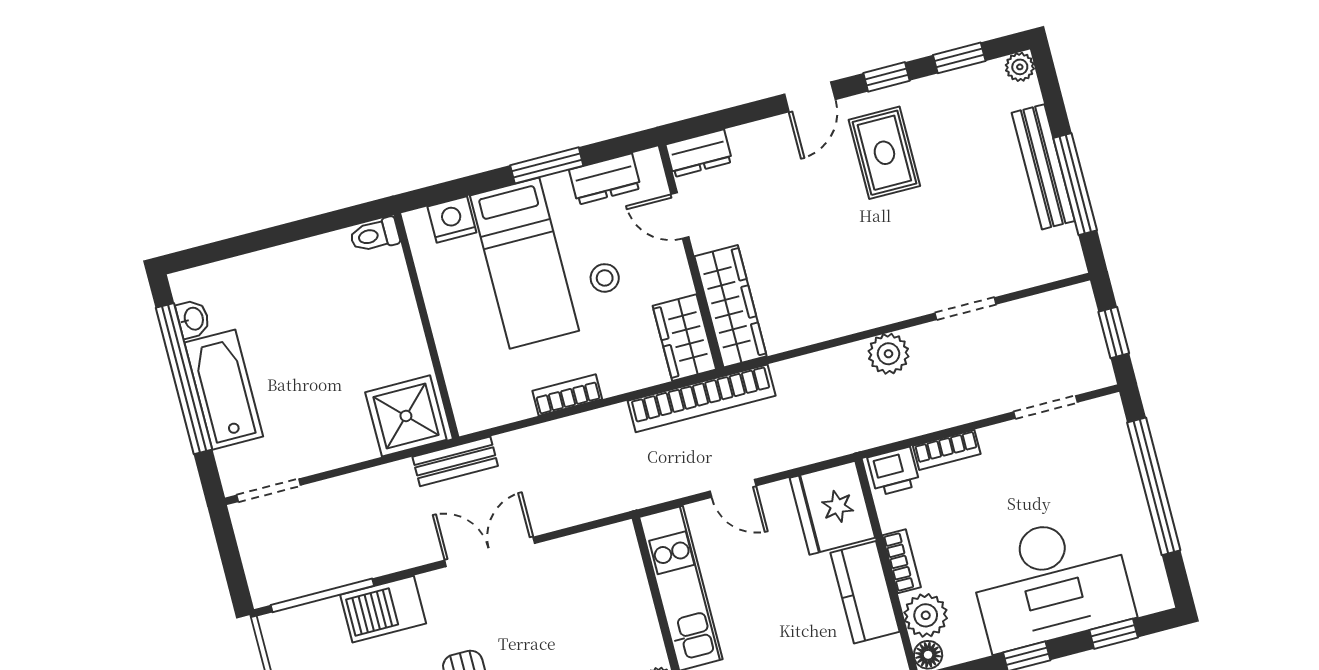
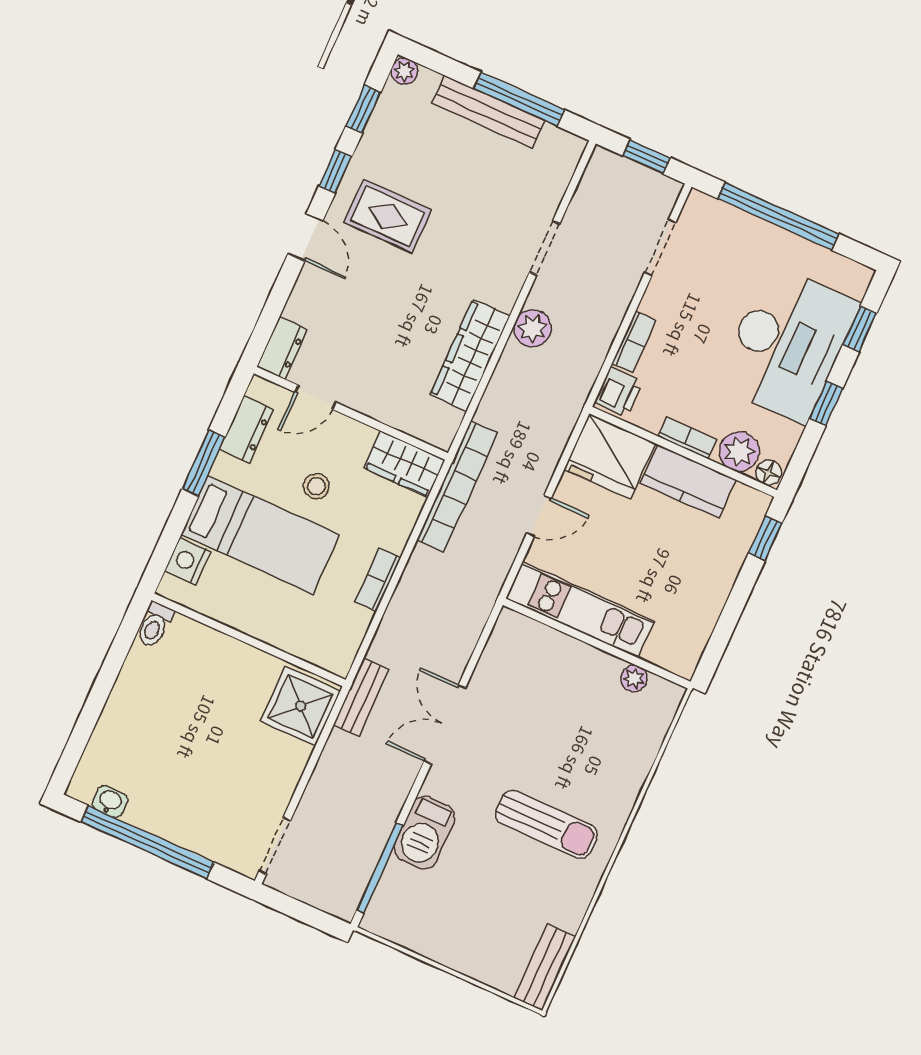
wardrobe: (731, 306) -> (470, 355), moved, turned -90
bathtub: (224, 390) -> (178, 820), removed

